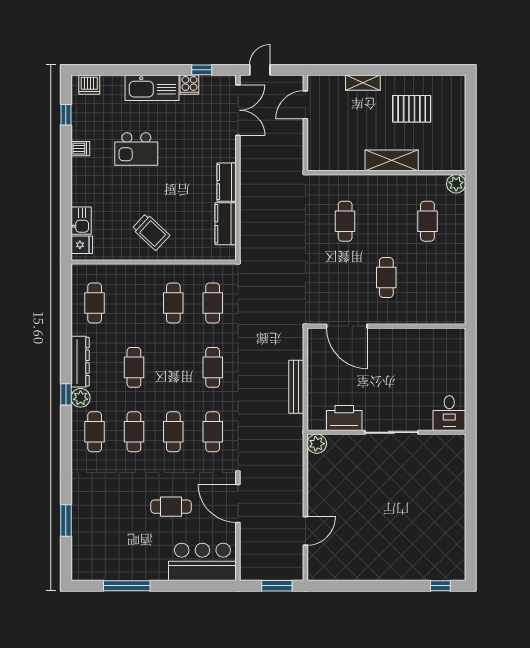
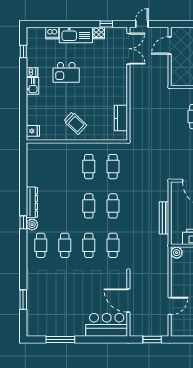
dishwasher: (89, 85) -> (52, 33), moved
kitchen counter: (227, 182) -> (121, 93), removed
kitchen sink: (81, 221) -> (32, 86), moved
cafe table: (95, 303) -> (41, 167), removed
cafe table: (134, 367) -> (89, 206), moved
door: (238, 503) -> (128, 301), moved
cafe table: (171, 507) -> (87, 291), removed

